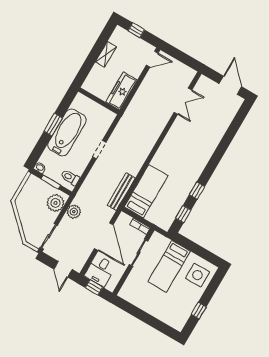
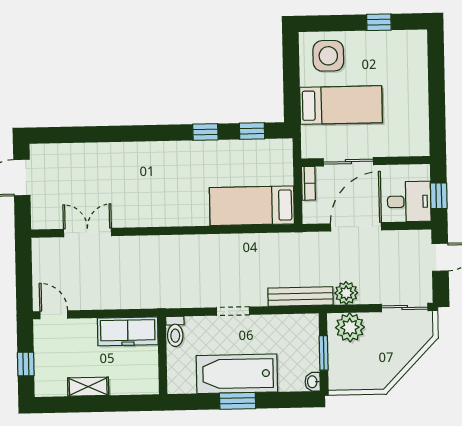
toilet: (70, 177) -> (175, 331), moved
bench: (121, 192) -> (301, 296), moved

